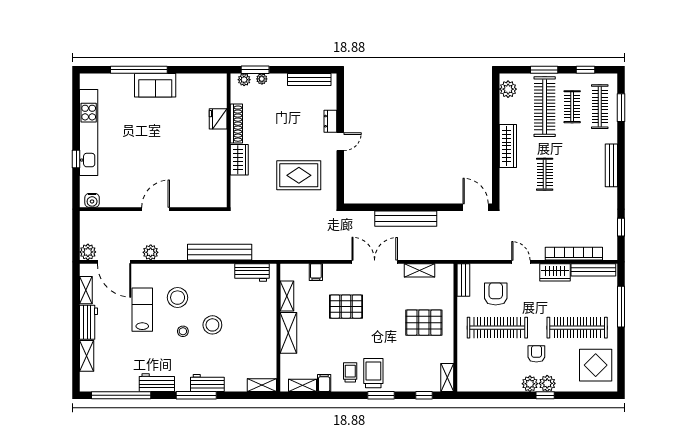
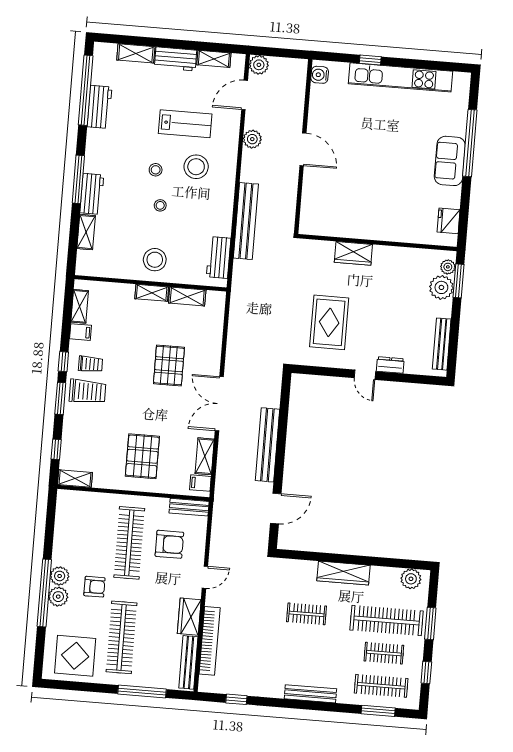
plant: (262, 79) -> (441, 287), width x1.88, depth x1.88
fridge: (218, 119) -> (449, 221), moved, turned -90
shoe rack: (236, 124) -> (397, 253), removed
door: (476, 207) -> (276, 509), moved
door: (114, 262) -> (245, 95), width x0.73
double door: (375, 262) -> (219, 404), swing flipped
filing cabinet: (316, 272) -> (200, 483), moved
stool: (212, 325) -> (160, 205), width x0.53, depth x0.53
stool: (258, 326) -> (155, 260), added
shelving: (288, 333) -> (152, 293), width x0.67, depth x0.75
workbench: (157, 383) -> (99, 107), moved
shelving: (262, 385) -> (86, 232), moved
window: (350, 395) -> (63, 362), added
window: (545, 395) -> (44, 593), width x3.17

